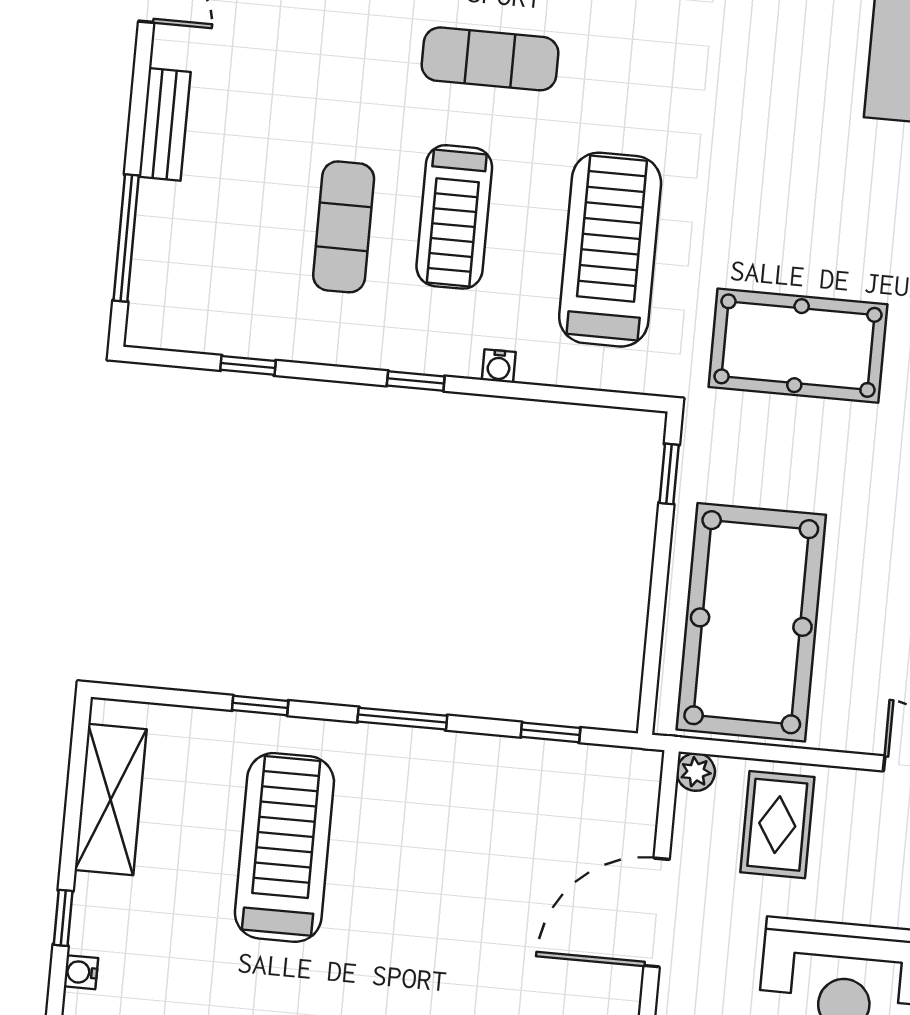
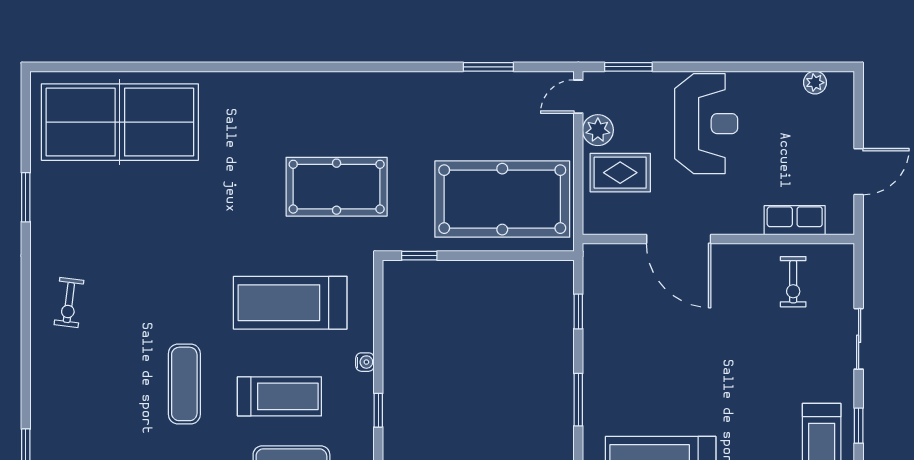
pool table: (798, 346) -> (337, 187), turned 90
plant: (696, 772) -> (598, 130), moved, width x1.38, depth x1.38

